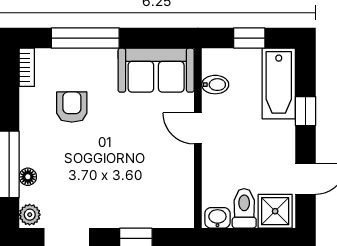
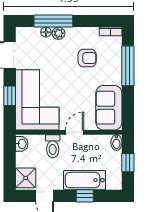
bathtub: (279, 84) -> (85, 180), moved
bidet: (215, 85) -> (116, 143), moved
corner sofa: (143, 192) -> (37, 100), added
toilet: (244, 208) -> (53, 146), moved, turned 90
plant: (30, 215) -> (59, 33), moved

